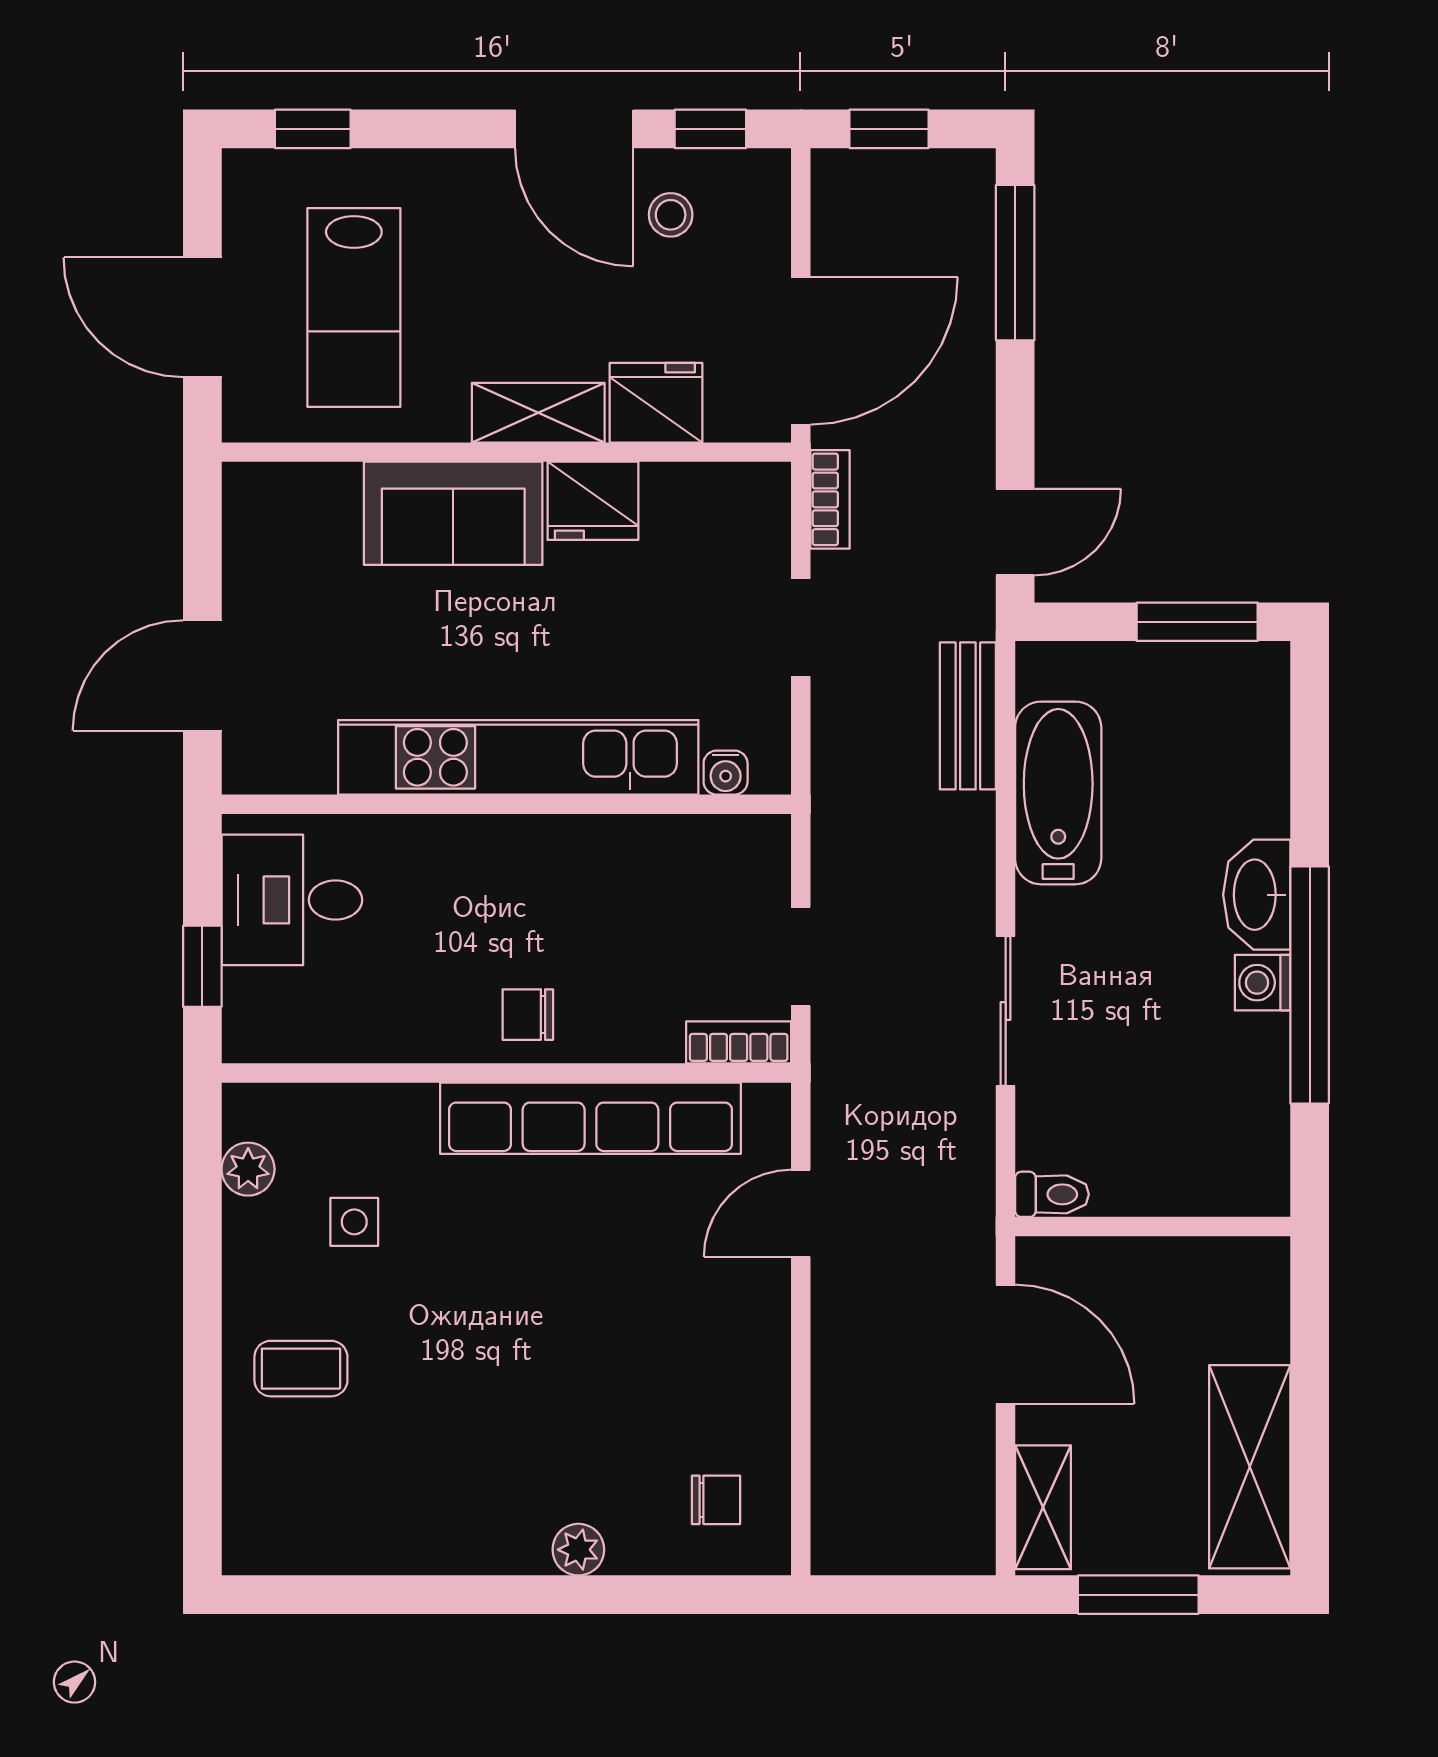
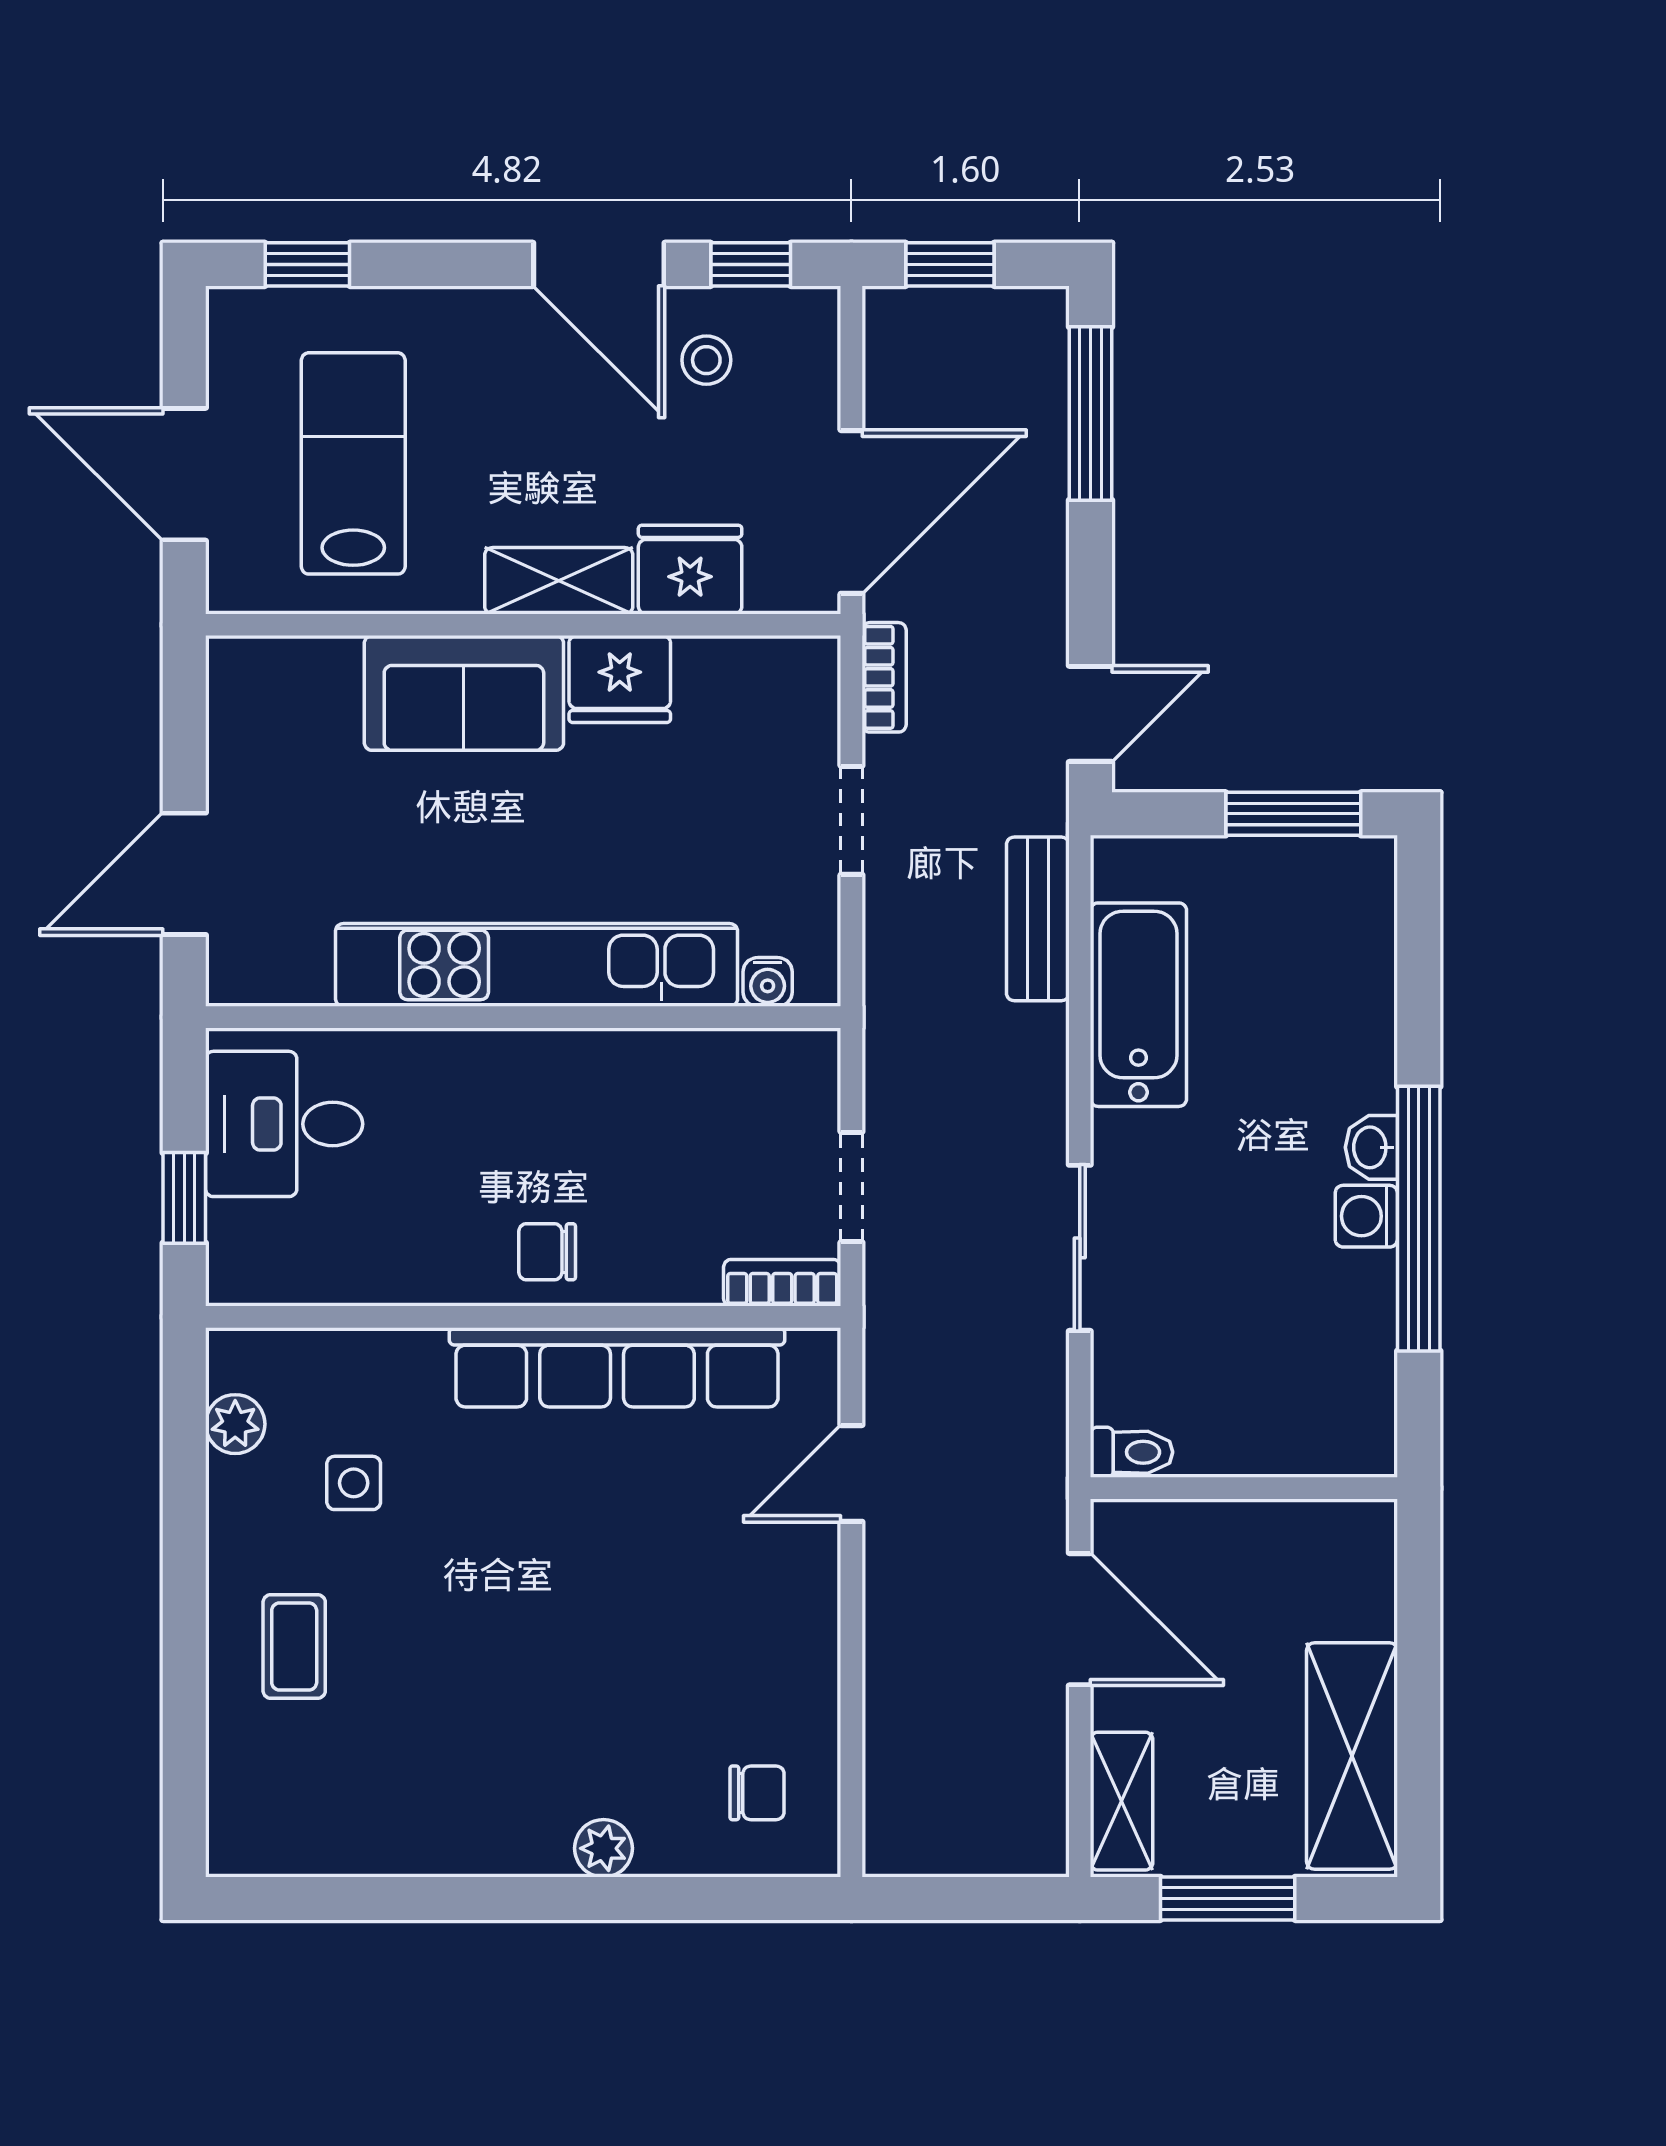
lab bench: (354, 307) -> (353, 463), turned 180
washbasin: (1257, 895) -> (1371, 1147), width x0.52, depth x0.69
coffee table: (301, 1369) -> (294, 1646), turned 90

